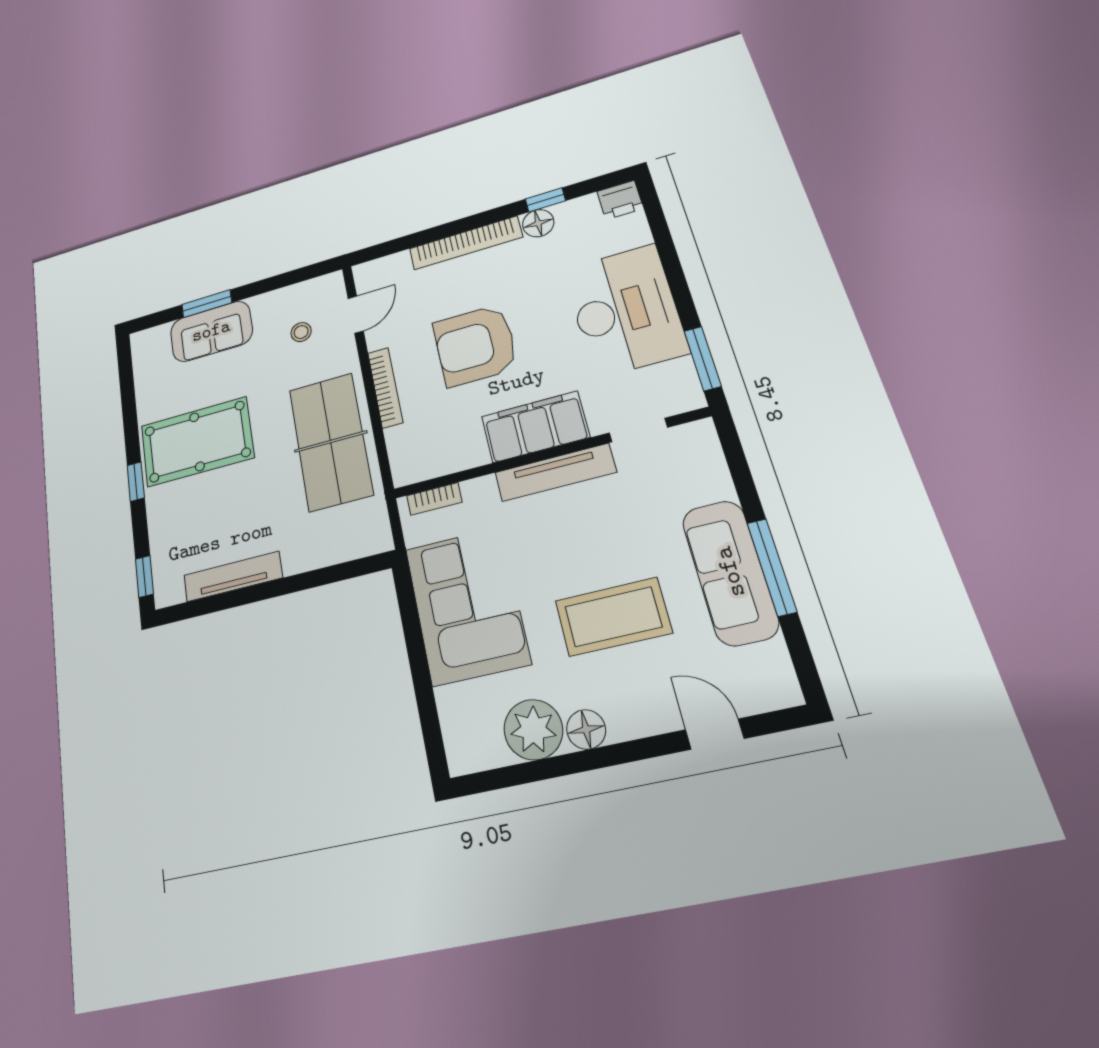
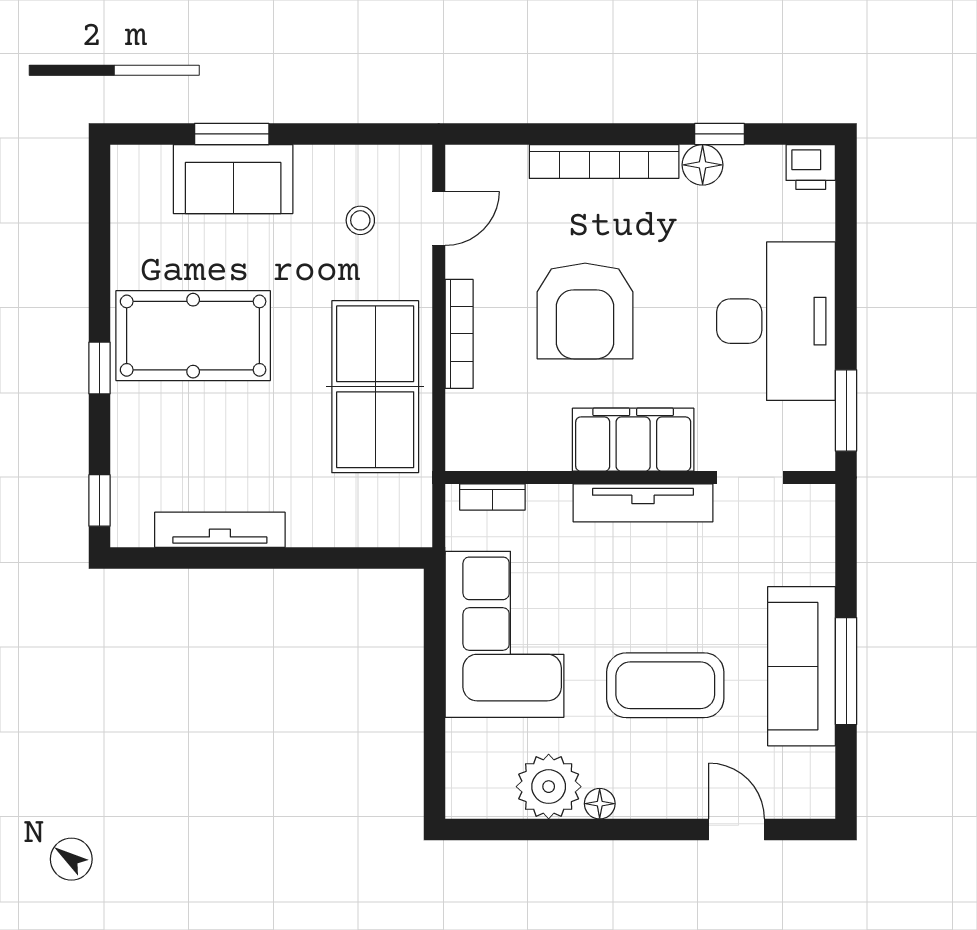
armchair: (475, 345) -> (585, 311), turned -90
floor lamp: (586, 729) -> (600, 804), width x0.73, depth x0.73

